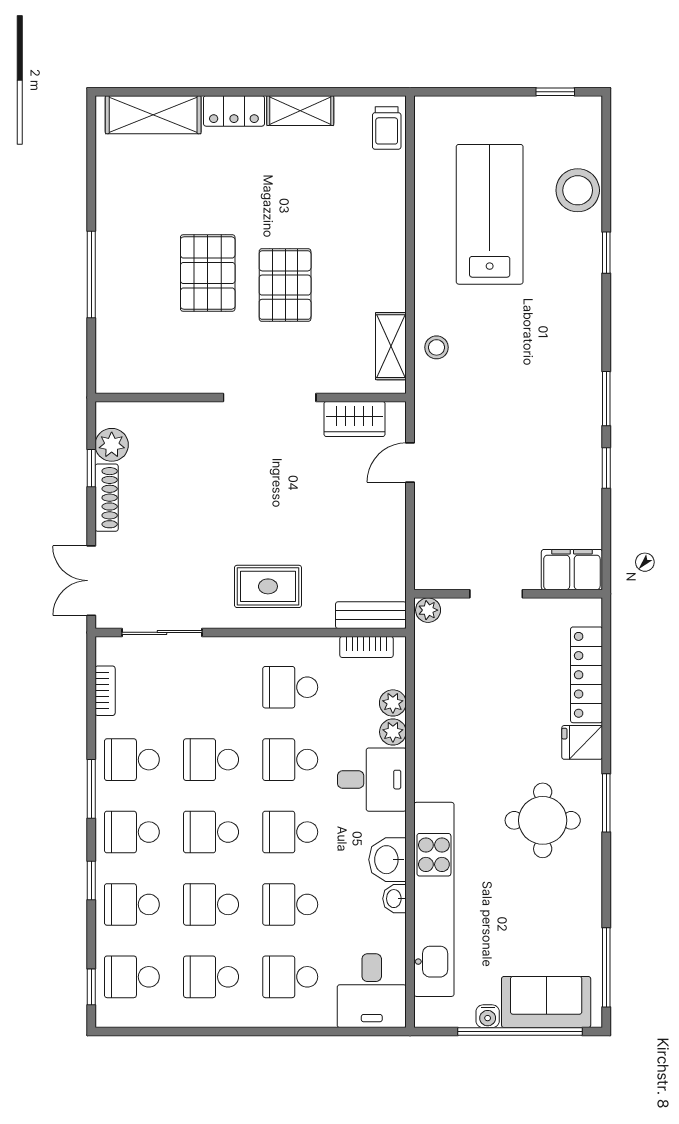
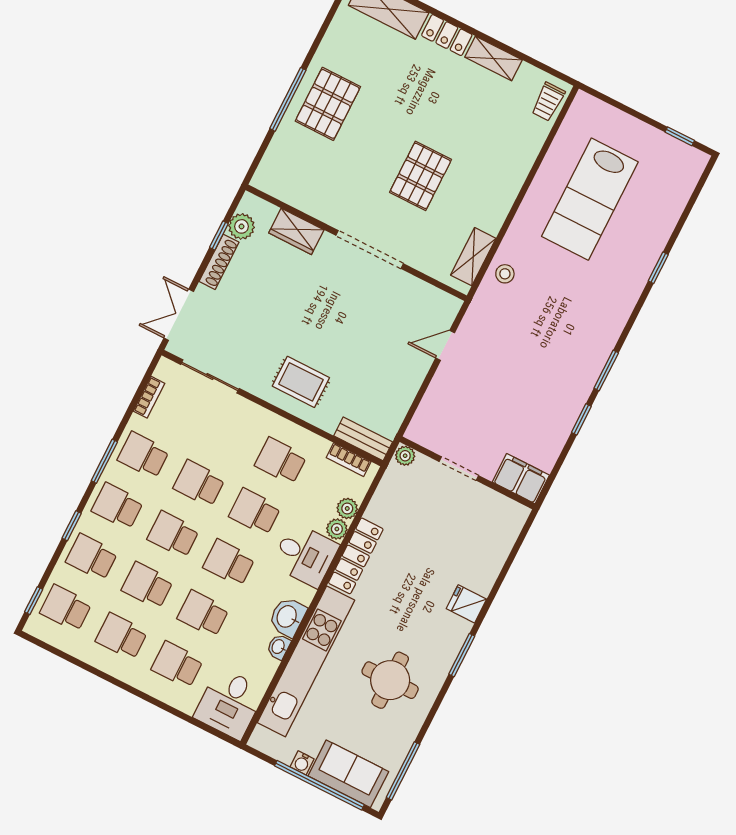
stool: (578, 190) -> (660, 214), removed
lab bench: (490, 214) -> (590, 199), turned 180
pallet: (208, 273) -> (328, 104), moved
wardrobe: (354, 419) -> (296, 231), moved
locker: (587, 675) -> (356, 556), moved, turned 180
round table: (543, 820) -> (390, 680), moved

